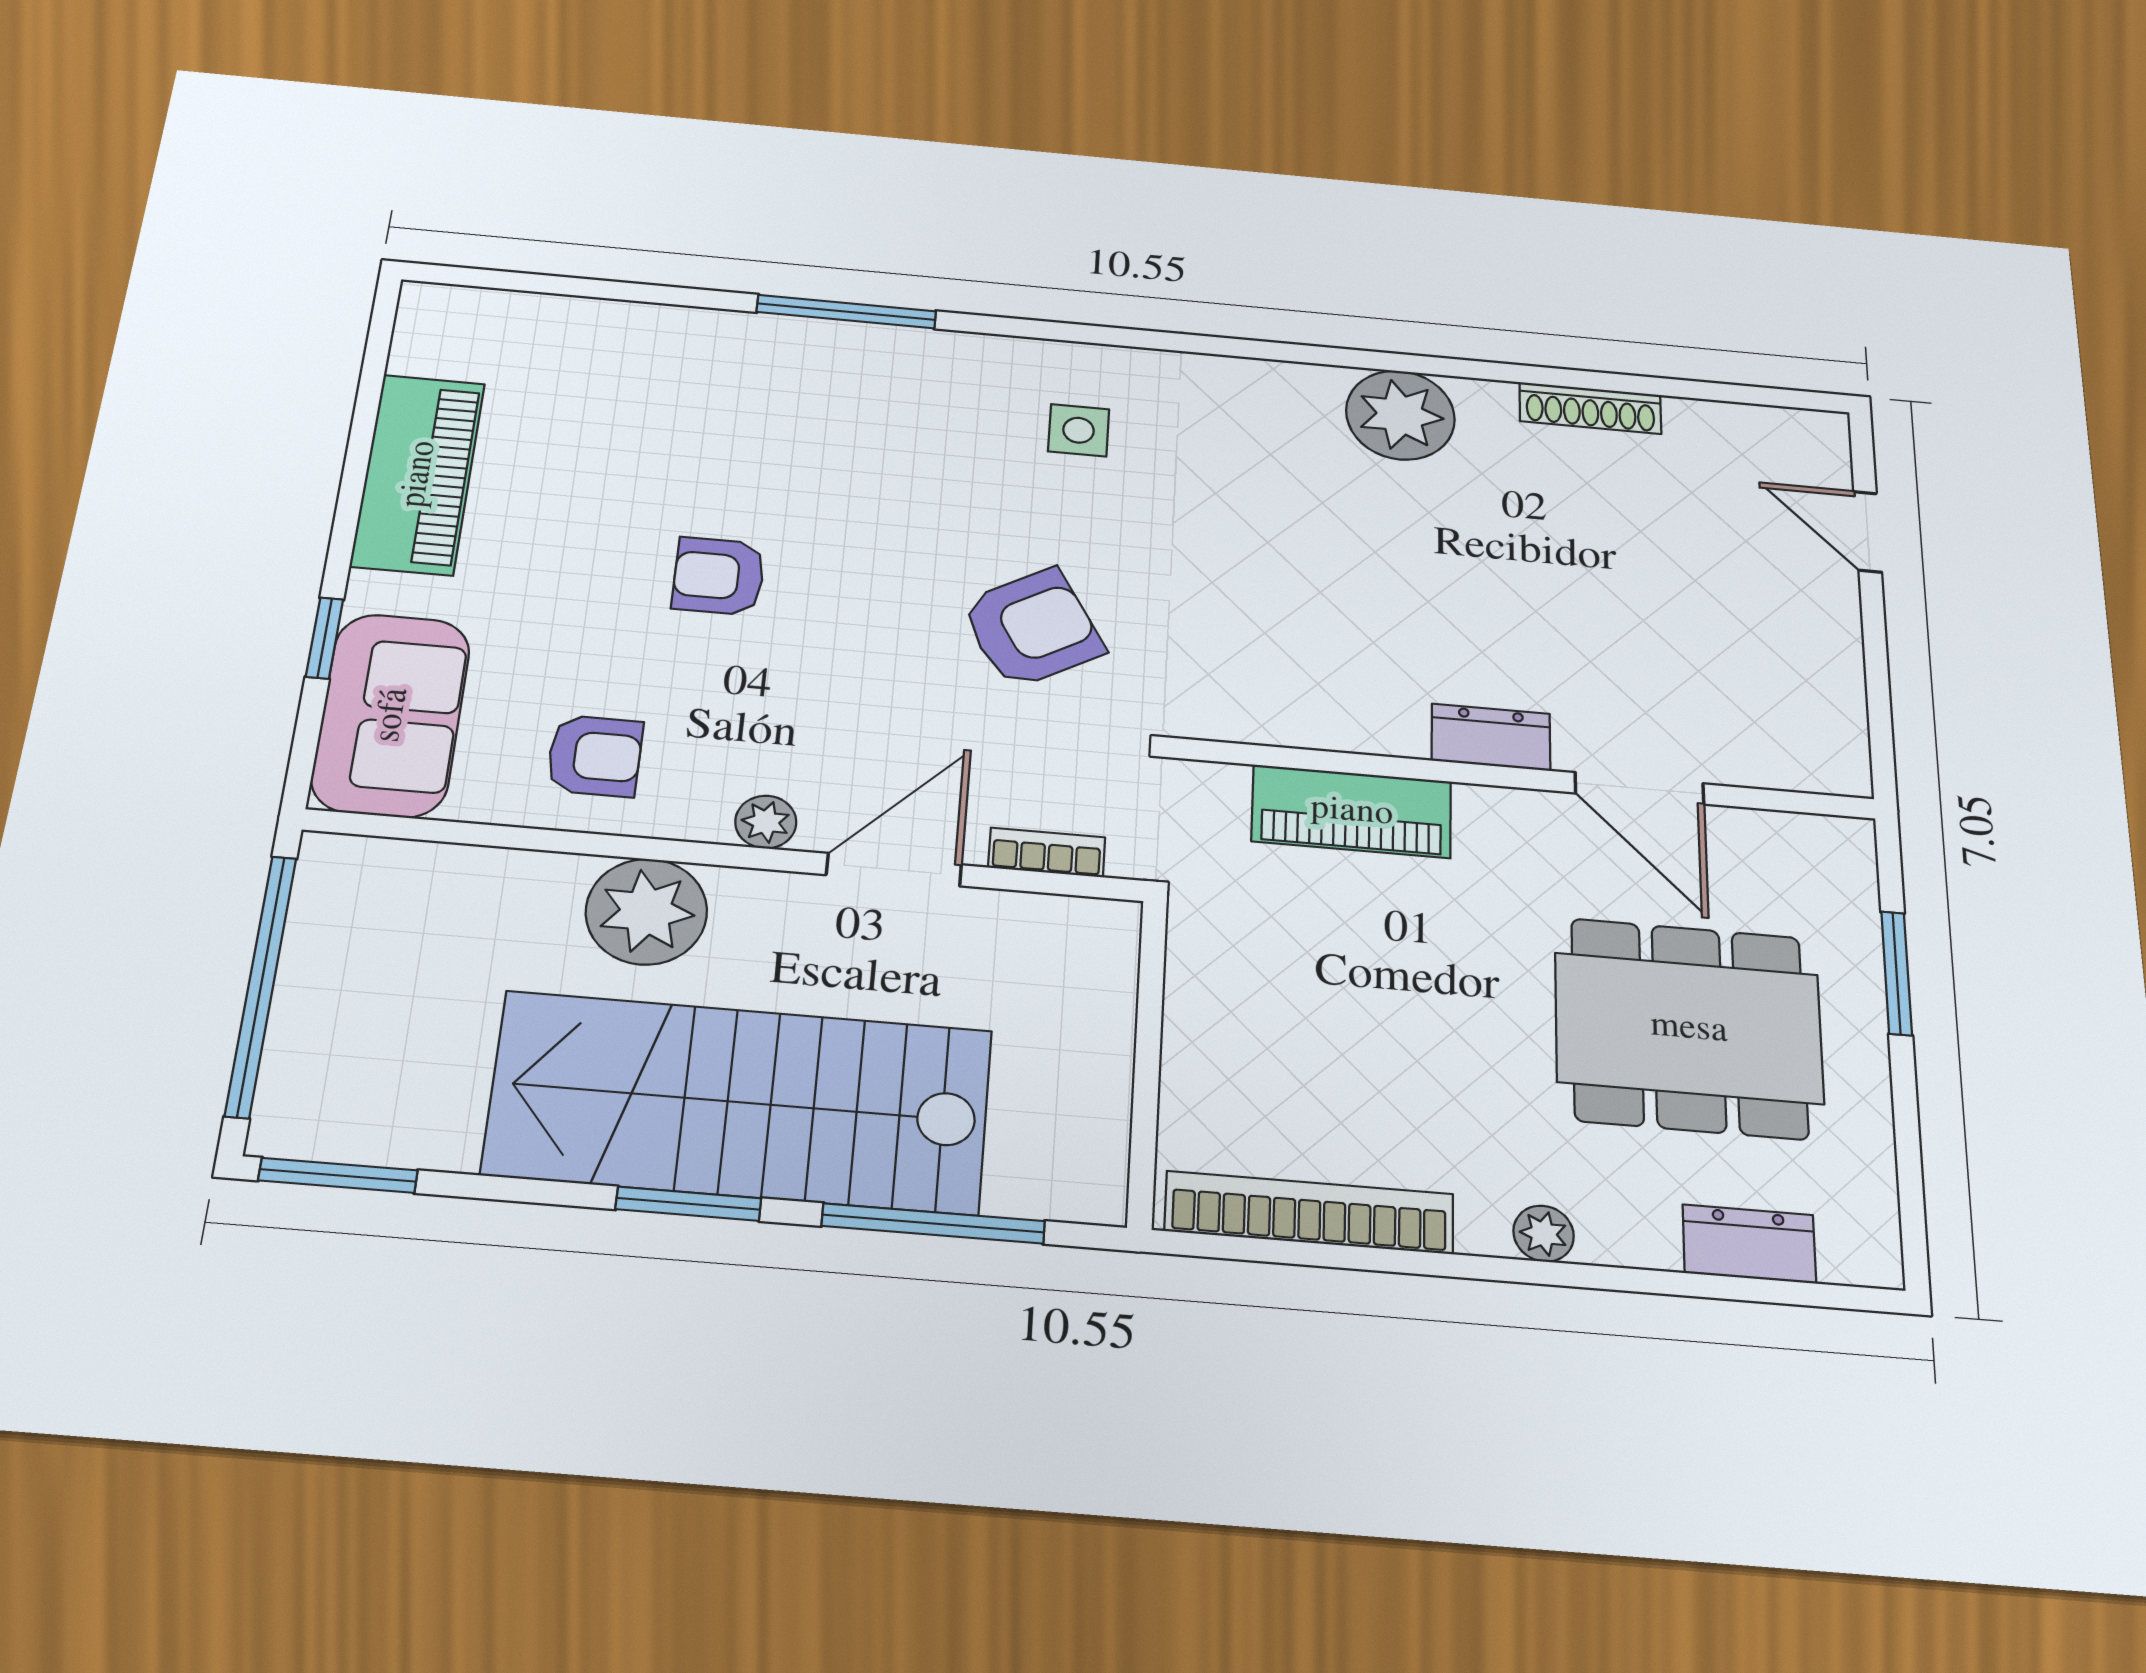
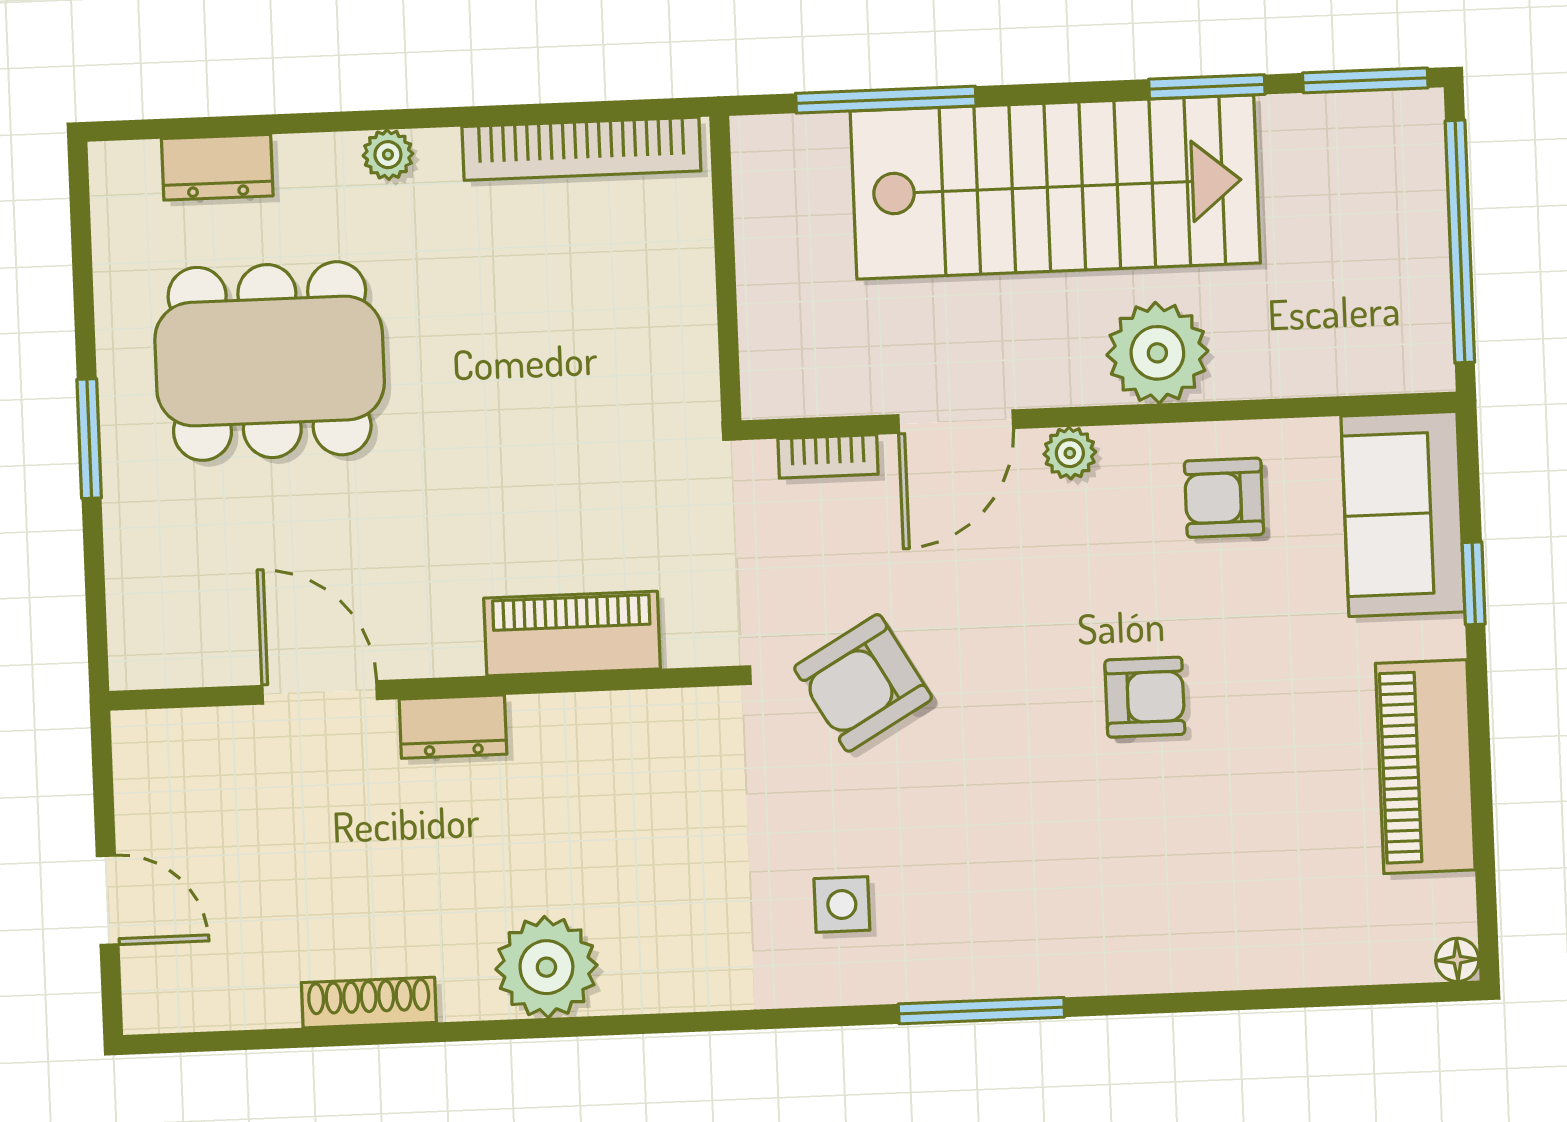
floor lamp: (421, 300) -> (1457, 960), added
window: (846, 312) -> (981, 1011), moved
dresser: (1491, 737) -> (453, 727), moved
wall: (1526, 778) -> (421, 688), moved
door: (1639, 788) -> (320, 692), moved
piano: (1352, 811) -> (572, 633), moved
window: (688, 1204) -> (1207, 87), moved

